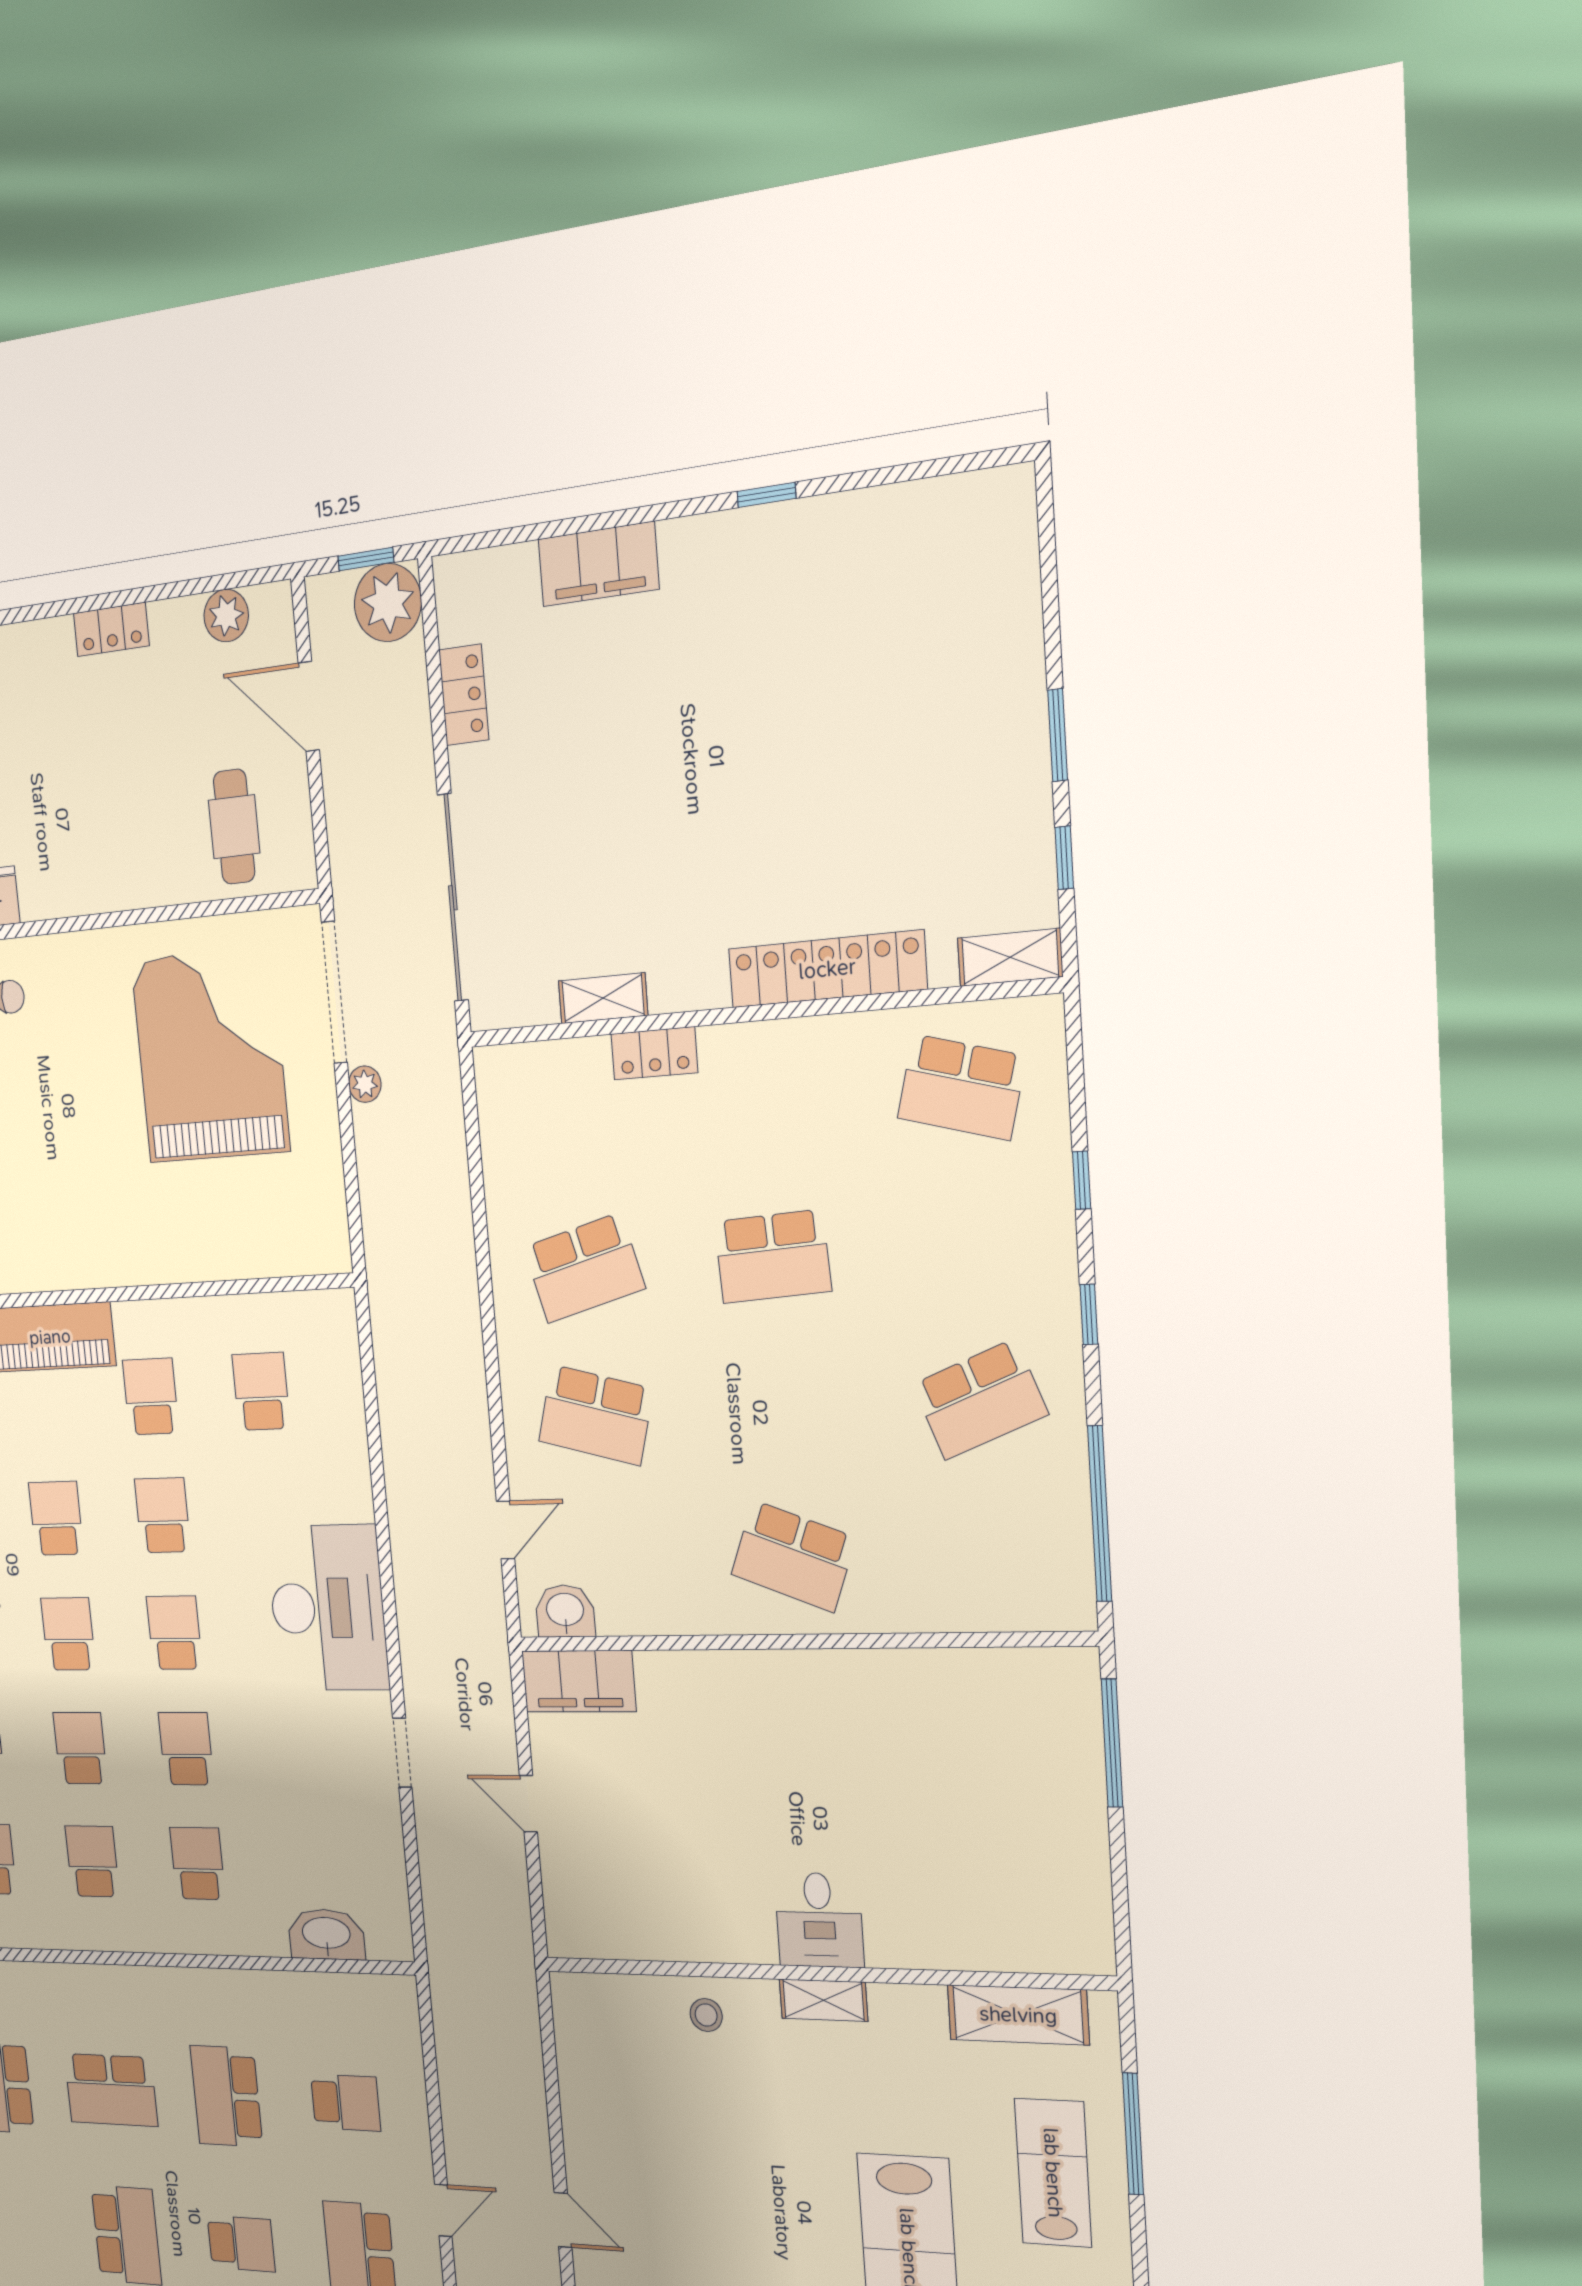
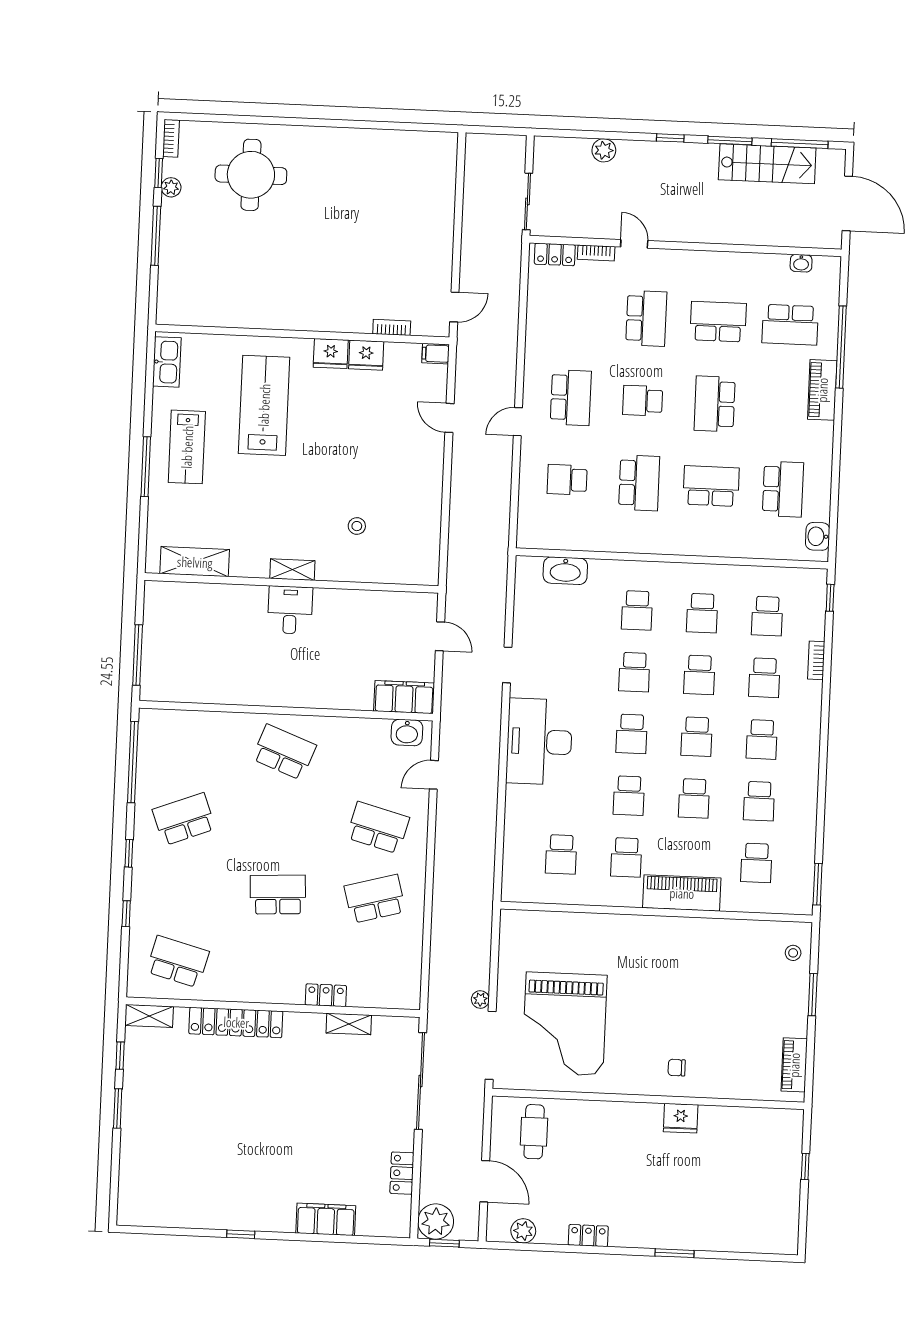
desk: (819, 1920) -> (290, 610), moved
wall: (822, 1974) -> (291, 583), moved
shelving: (823, 2000) -> (292, 570), moved
shelving: (1018, 2015) -> (195, 562), moved

